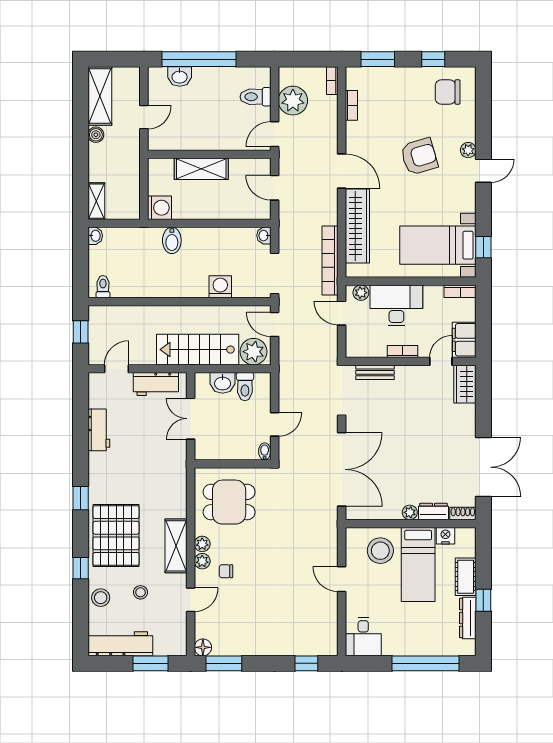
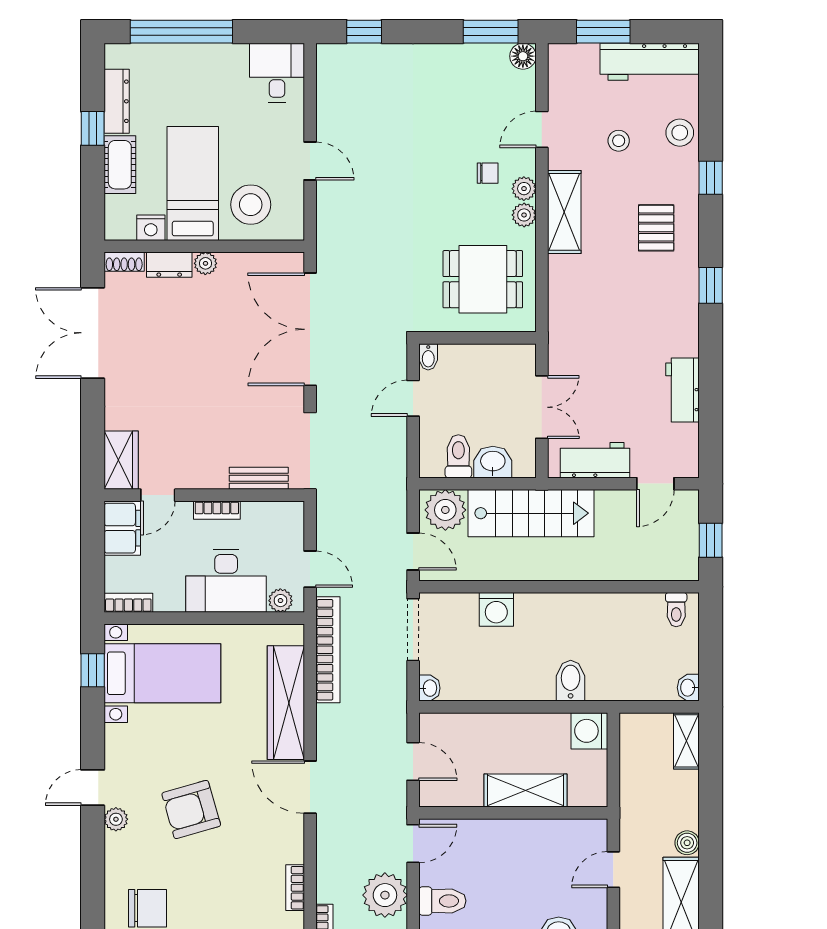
pallet: (116, 536) -> (656, 228), width x0.49, depth x0.50

